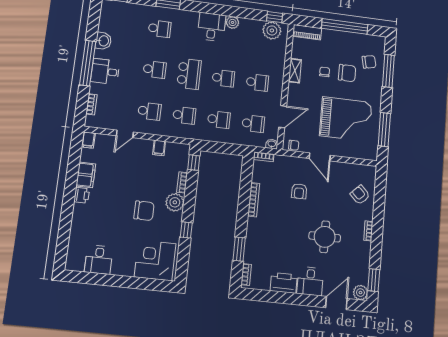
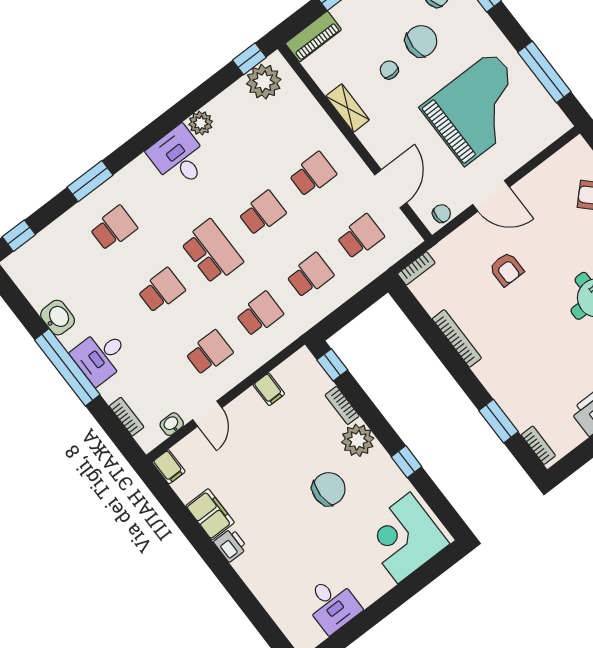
washbasin: (272, 144) -> (172, 424), moved

